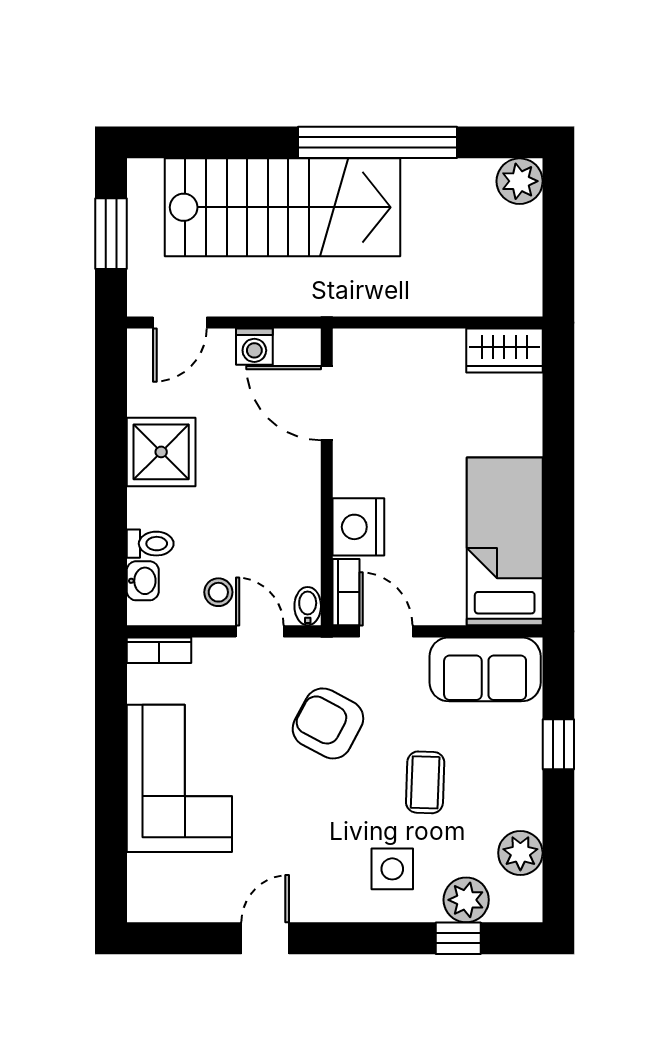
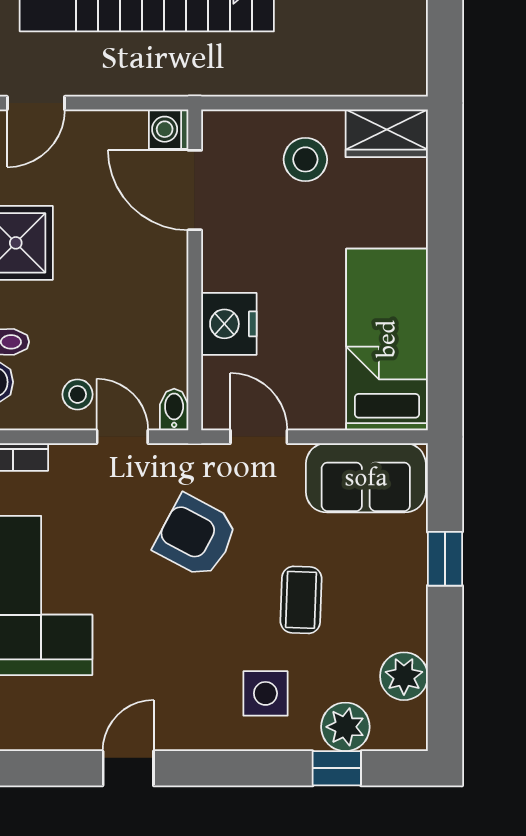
washing machine: (254, 347) -> (169, 129), moved, turned 90
stool: (429, 375) -> (305, 159), added
bookcase: (346, 592) -> (216, 394), removed

